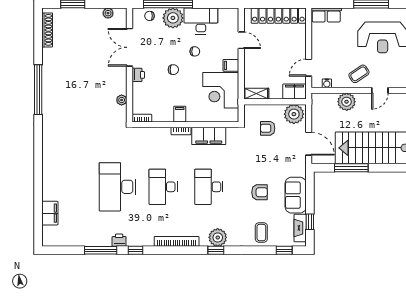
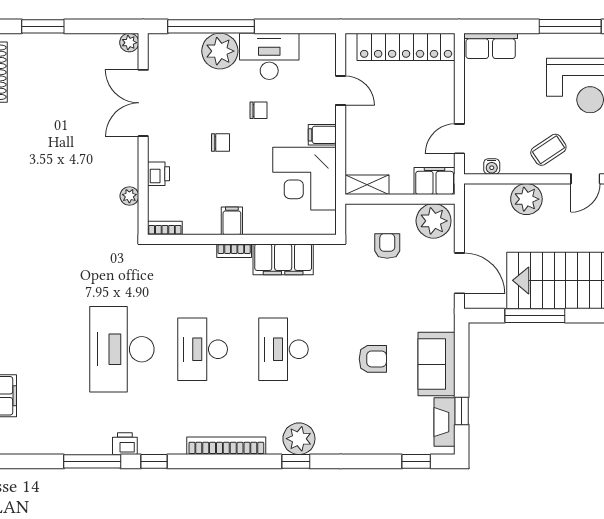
plant: (108, 13) -> (129, 43), moved
chair: (149, 16) -> (178, 47), removed
printer: (138, 75) -> (158, 174), moved
armchair: (268, 128) -> (387, 246), turned 90
coffee table: (261, 233) -> (376, 430), removed

